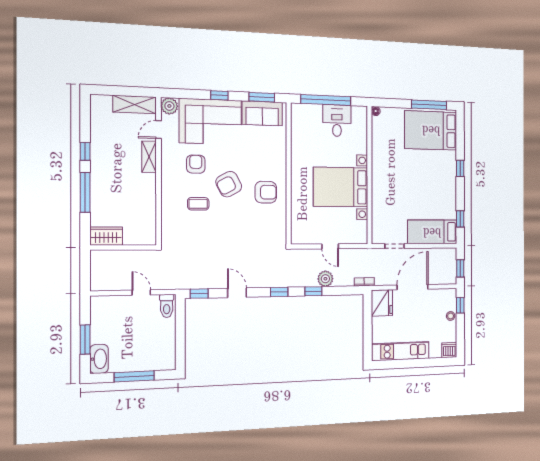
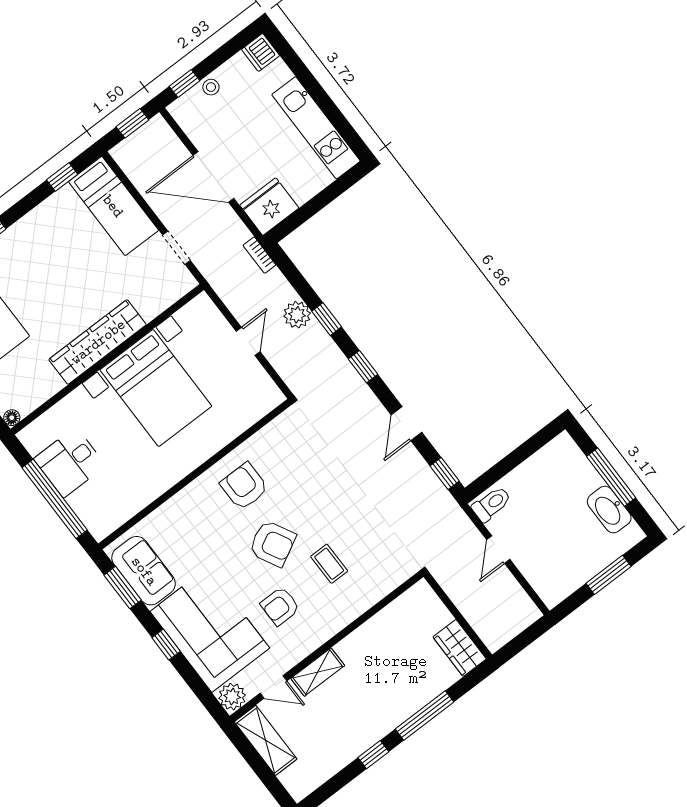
wardrobe: (380, 177) -> (98, 342), added
washbasin: (99, 359) -> (609, 510), moved, turned -90

